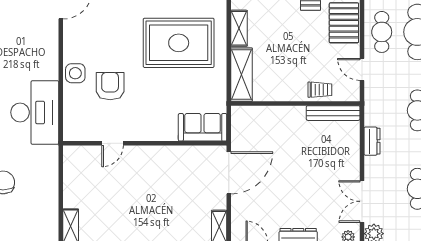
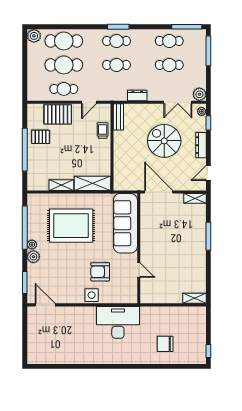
rug: (179, 43) -> (71, 226), turned 90
bench: (333, 113) -> (118, 117), width x0.73
sofa: (203, 127) -> (125, 223), width x1.85, depth x1.27
spiral stairs: (304, 181) -> (164, 141), added

